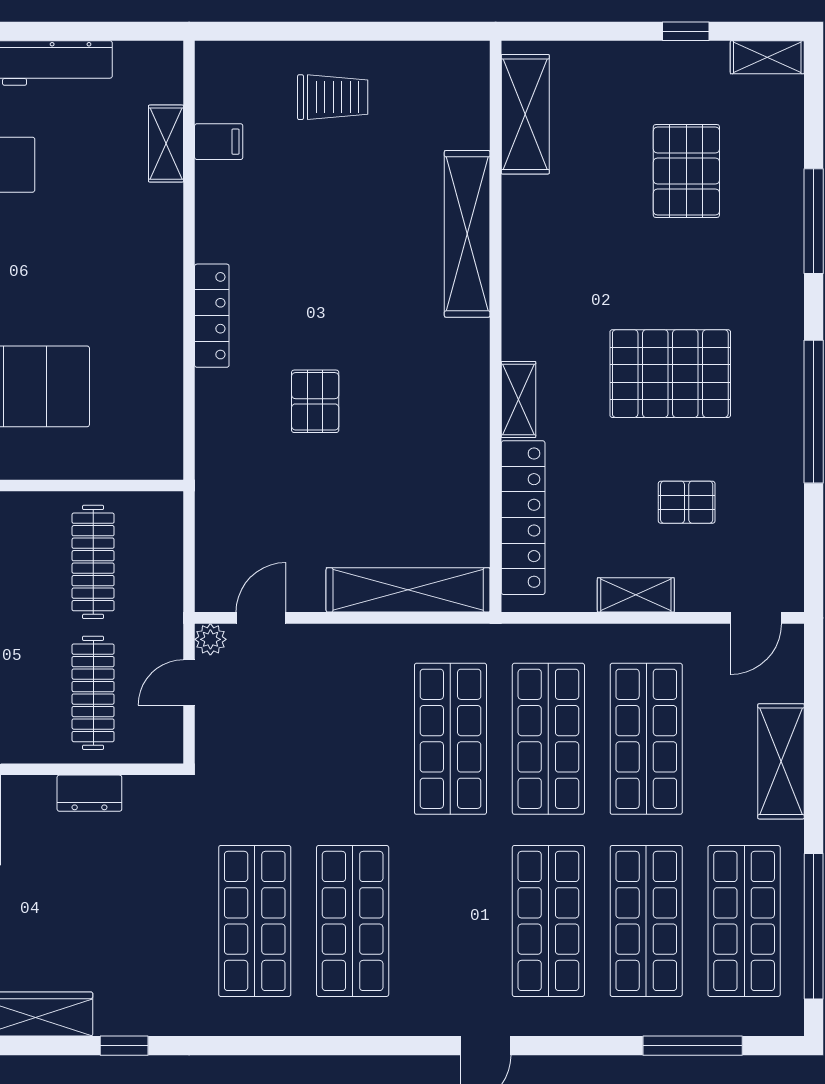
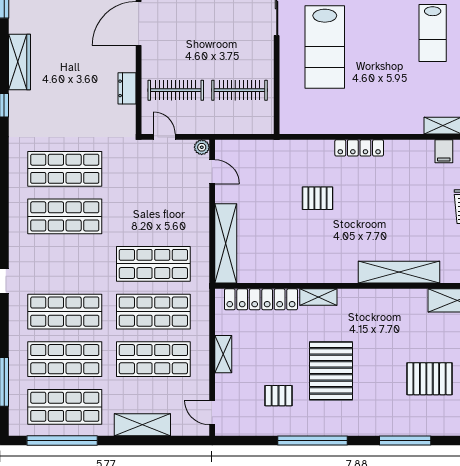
pallet: (687, 502) -> (279, 396), moved, turned 90
door: (189, 683) -> (164, 137), moved

